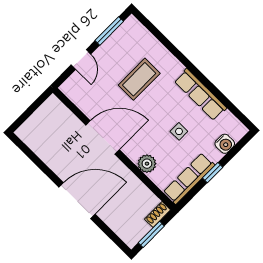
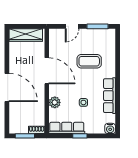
wardrobe: (39, 121) -> (26, 35), added
water cooler: (225, 144) -> (110, 128), moved

